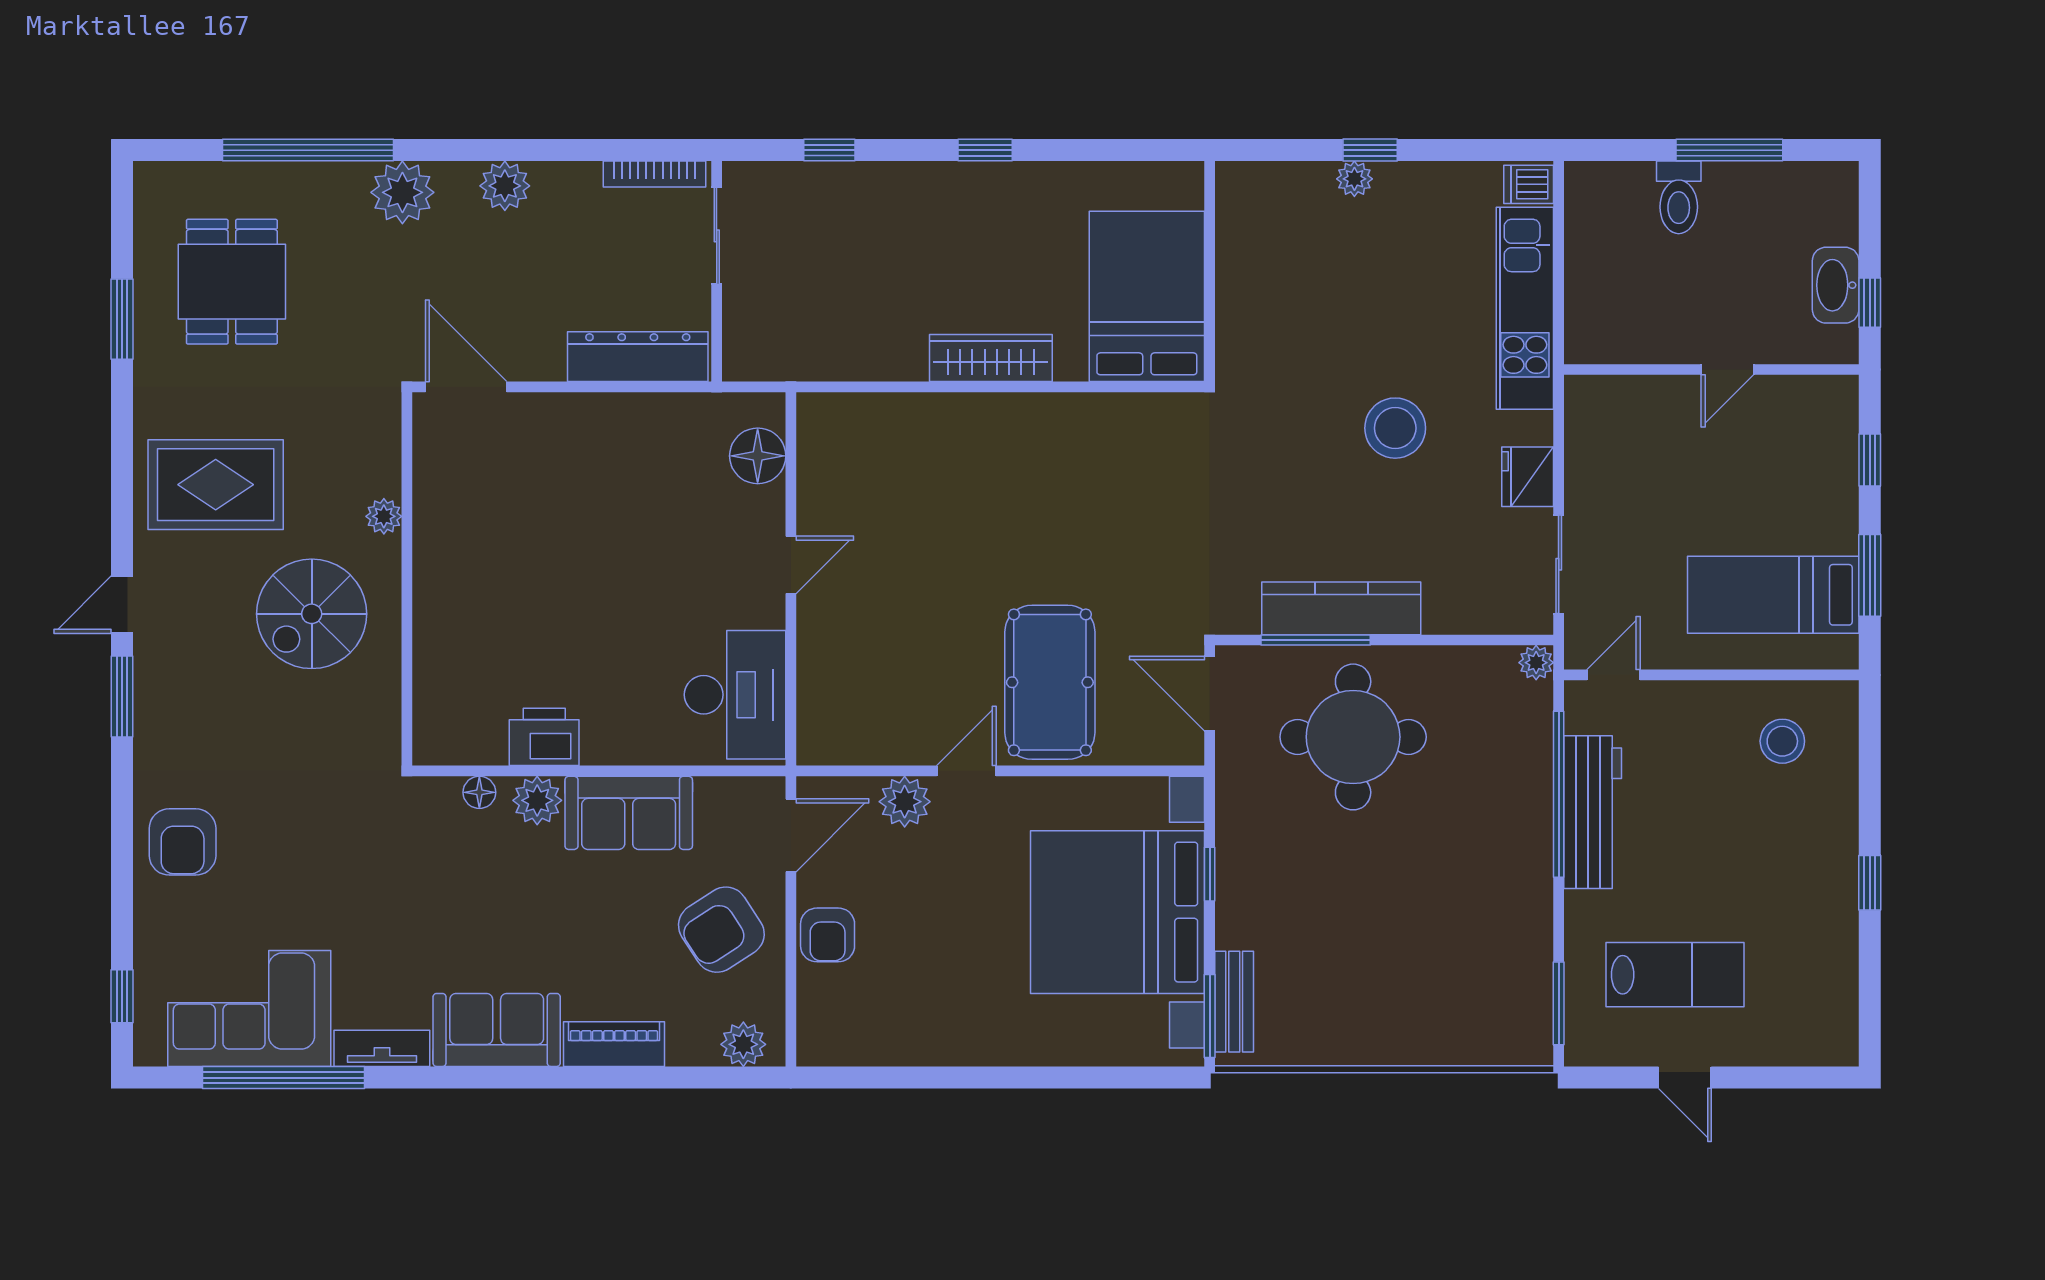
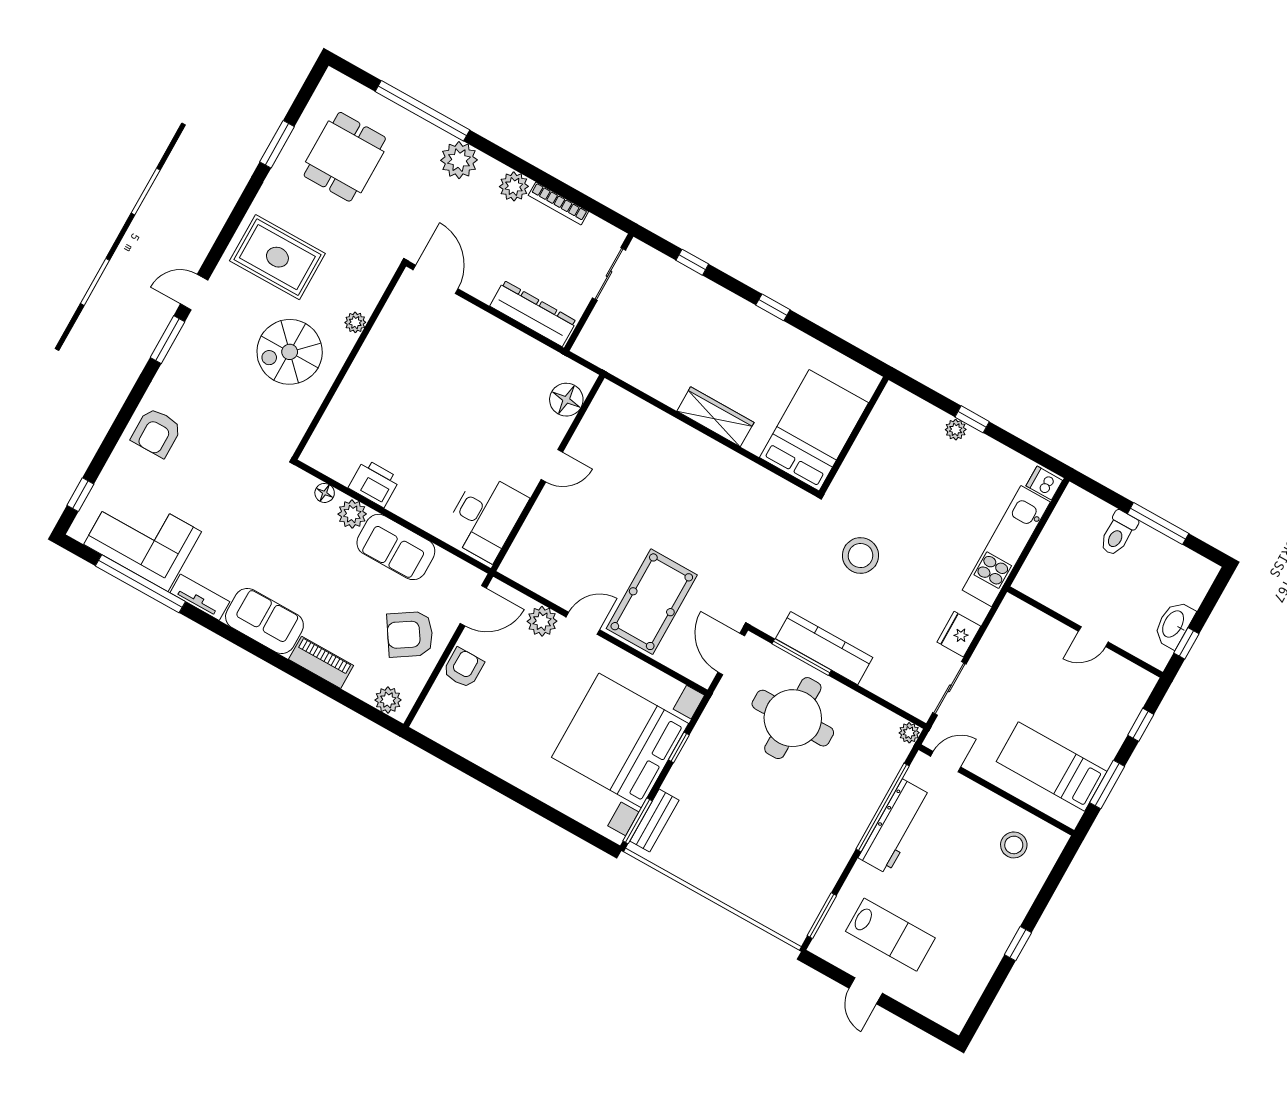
bookcase: (654, 174) -> (558, 203), moved
stool: (1395, 428) -> (860, 556), moved
armchair: (828, 935) -> (463, 668), turned 180

